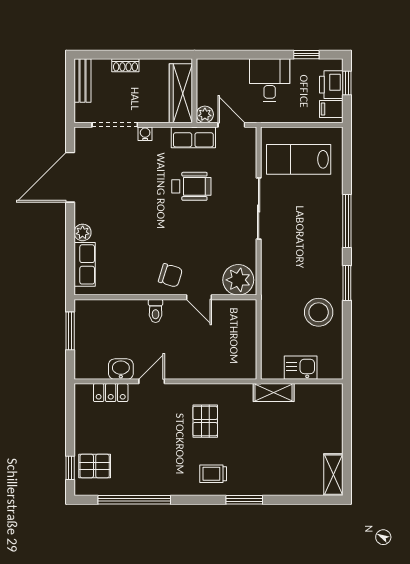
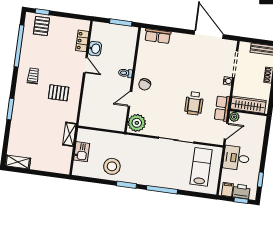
desk: (270, 80) -> (236, 158), moved, turned 180
plant: (83, 232) -> (176, 37), removed
trolley: (213, 474) -> (33, 76), moved

